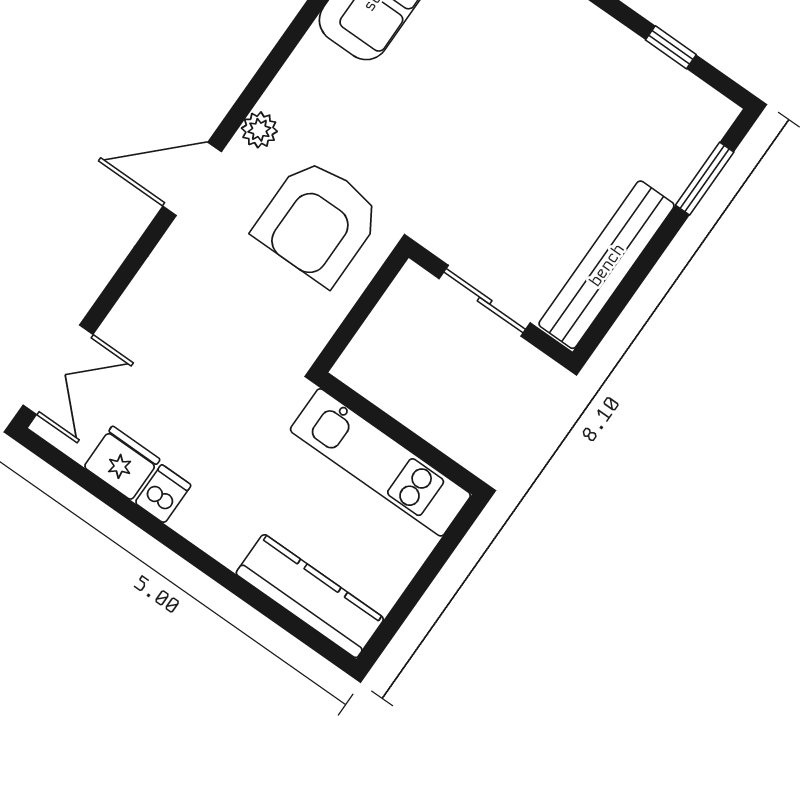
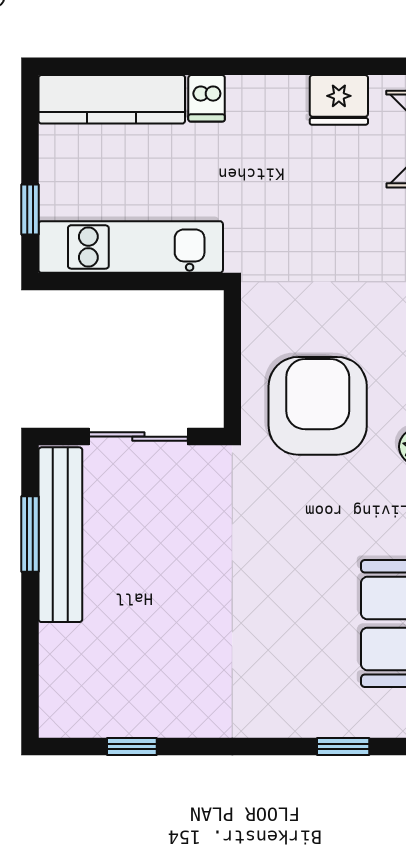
window: (705, 179) -> (30, 534), moved
dishwasher: (163, 494) -> (207, 98), moved
window: (442, 552) -> (30, 210), added

